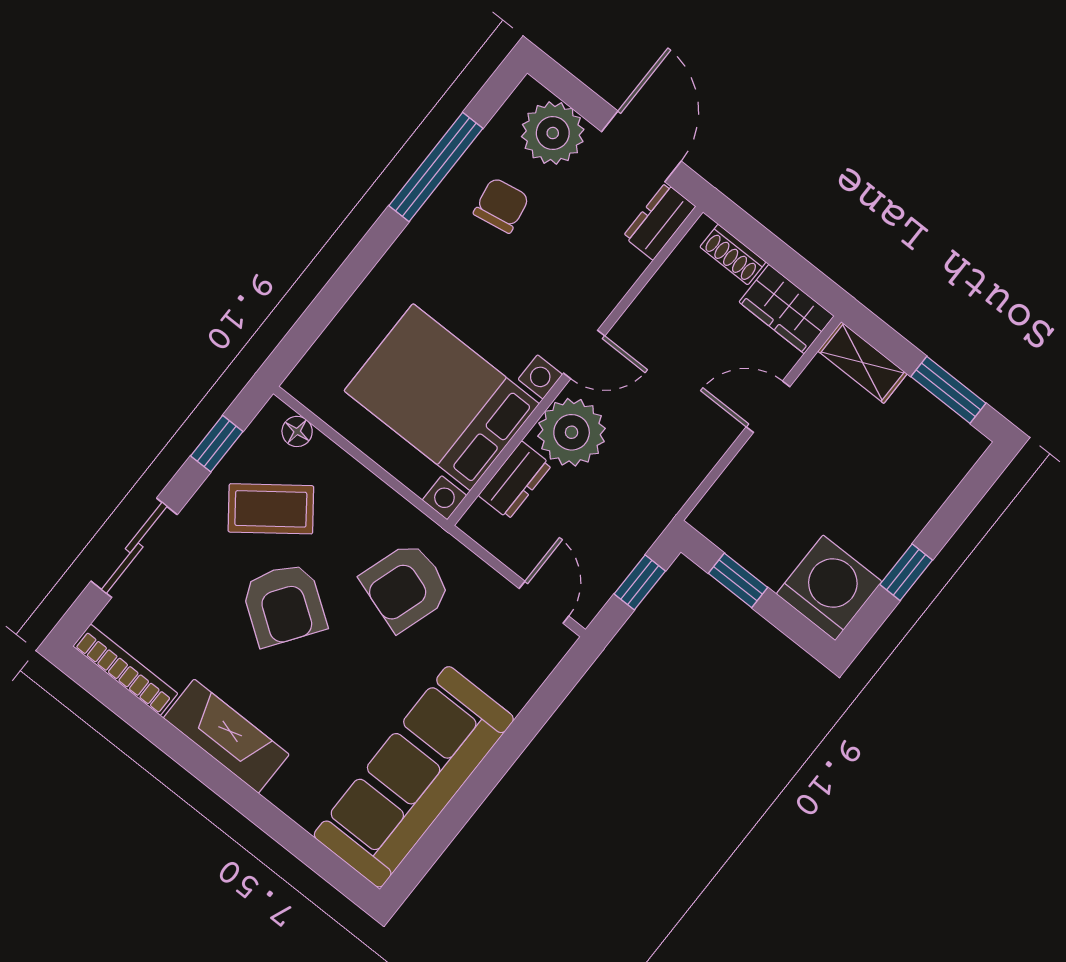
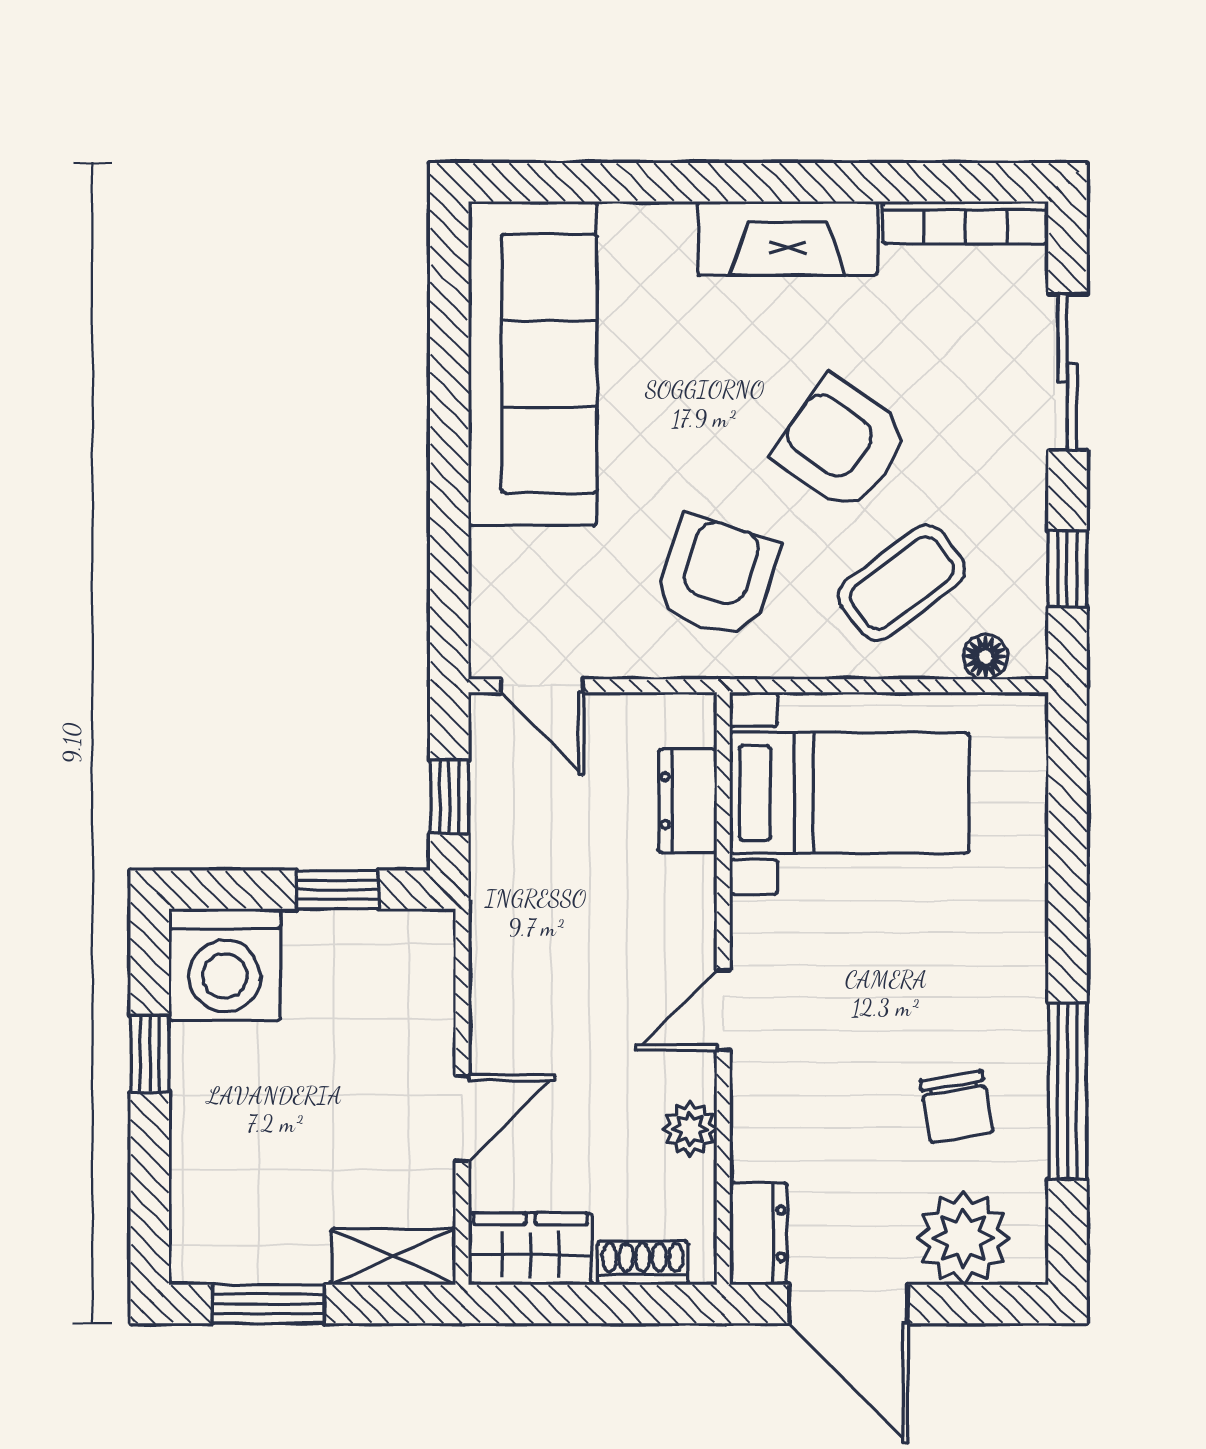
bed with nightstands: (442, 397) -> (849, 793), width x0.73
plant: (572, 432) -> (690, 1129), moved, width x0.53, depth x0.53
coffee table: (271, 509) -> (902, 583), moved

